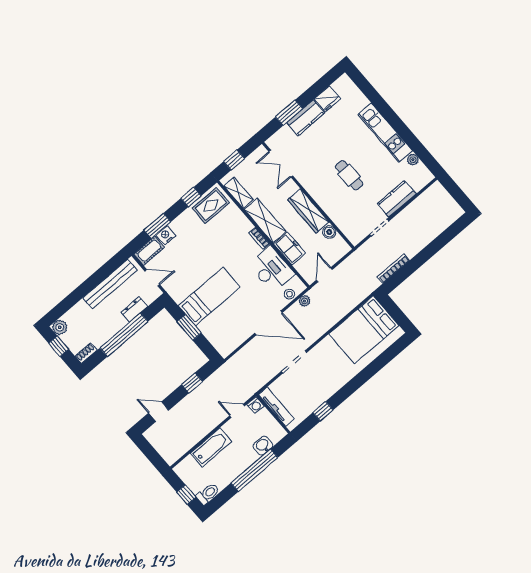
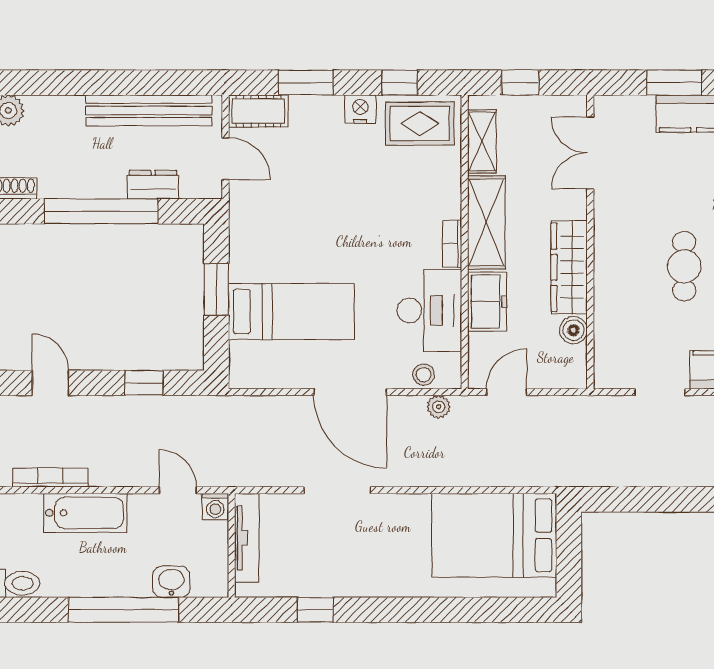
nightstand: (166, 235) -> (360, 109), moved
bookcase: (393, 269) -> (50, 478), moved
bed: (209, 296) -> (291, 312), moved

